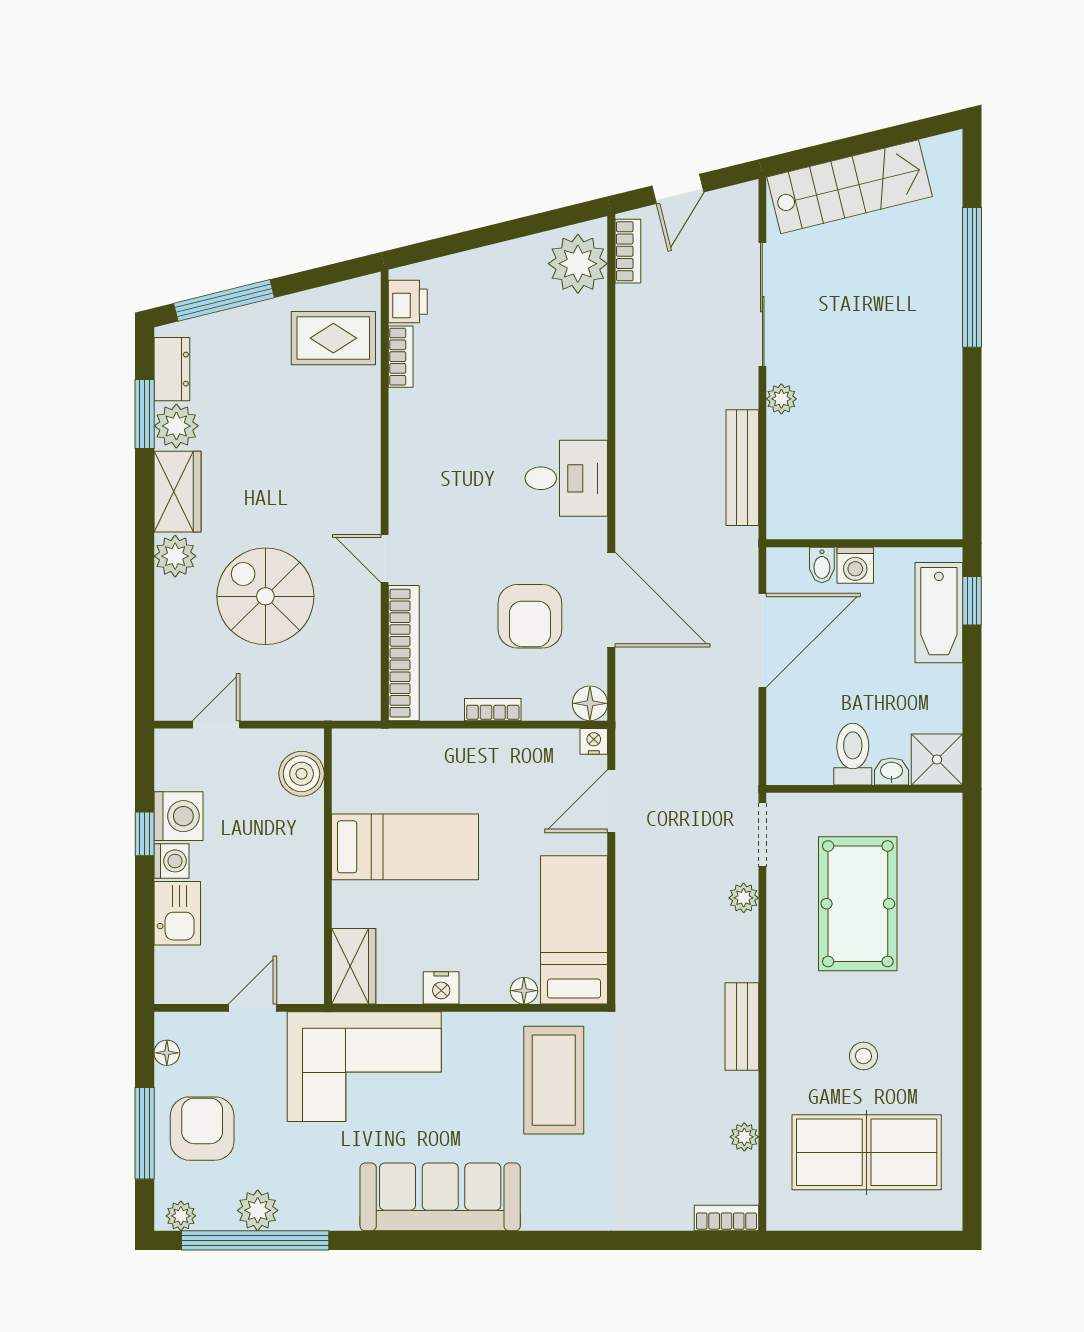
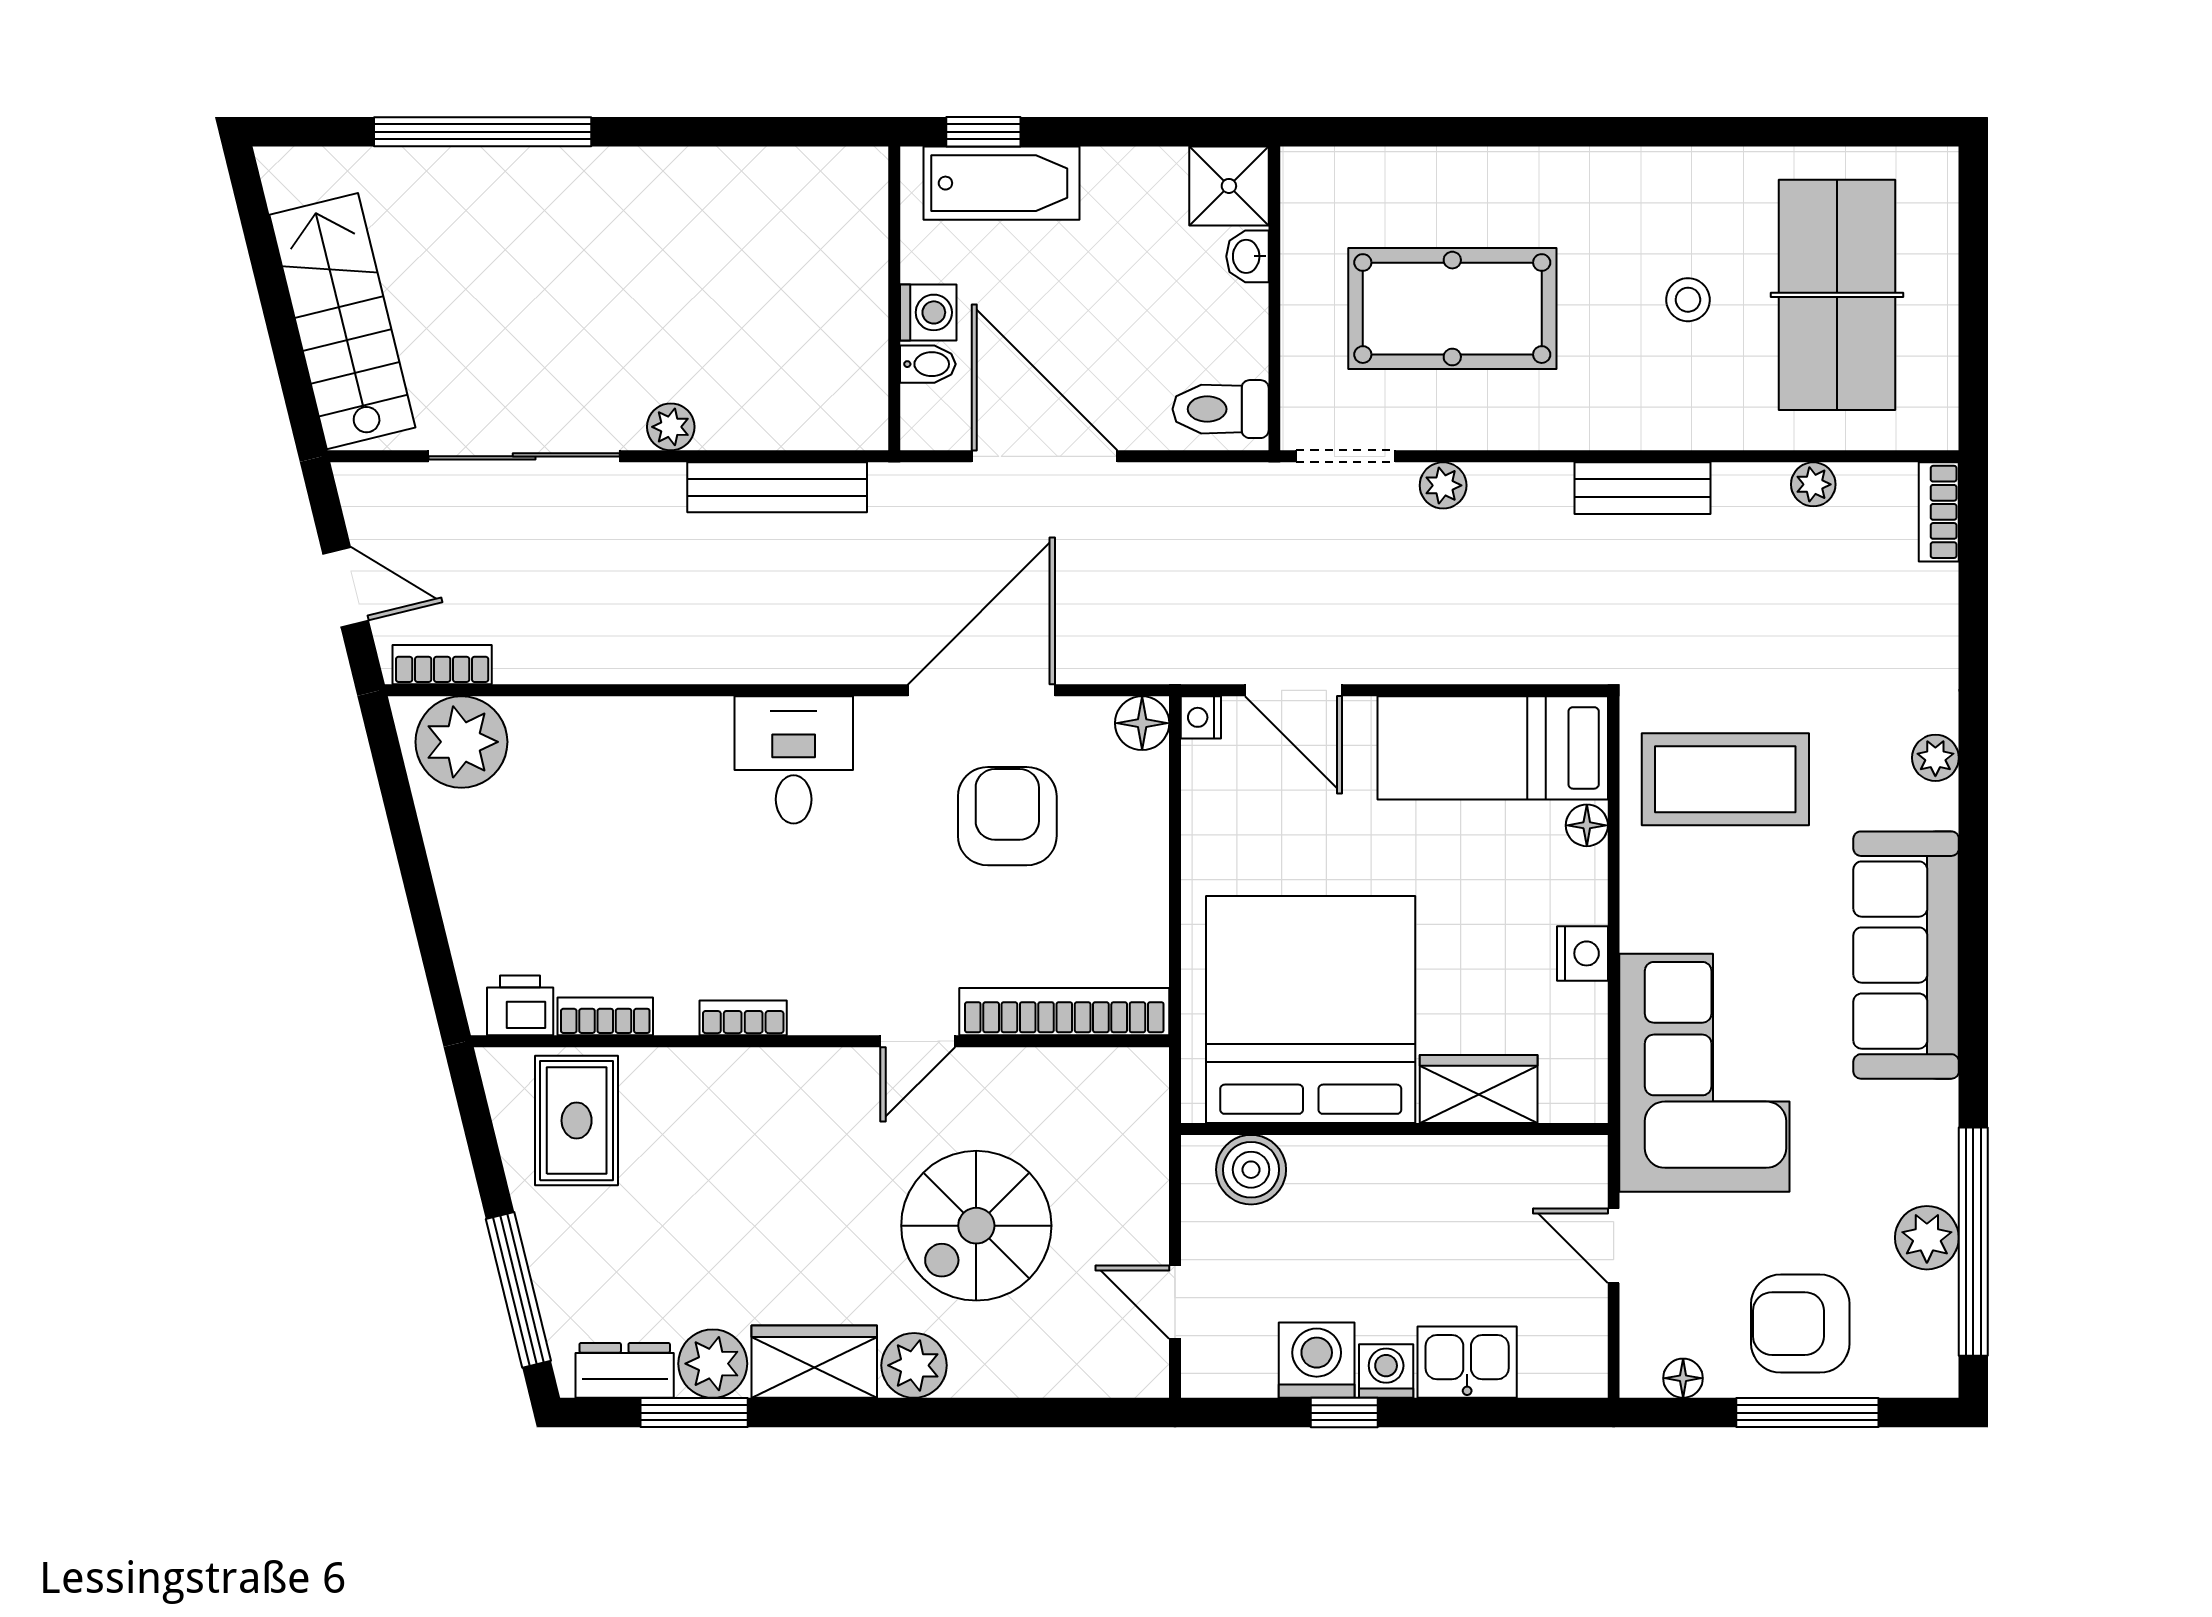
armchair: (530, 616) -> (1007, 816), turned -90
bookcase: (493, 710) -> (743, 1018), moved, turned 90
toilet: (853, 754) -> (1221, 409), moved
bed: (405, 847) -> (1311, 1009), width x2.04
wardrobe: (354, 966) -> (1479, 1089), moved
plant: (181, 1216) -> (1935, 758), moved

